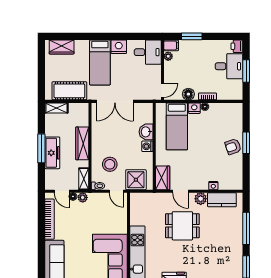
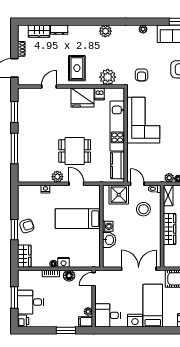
bed: (177, 126) -> (78, 219), moved, turned -90
wardrobe: (163, 178) -> (24, 256), moved, turned 180
kitchen counter: (222, 200) -> (118, 165), moved, turned -90

